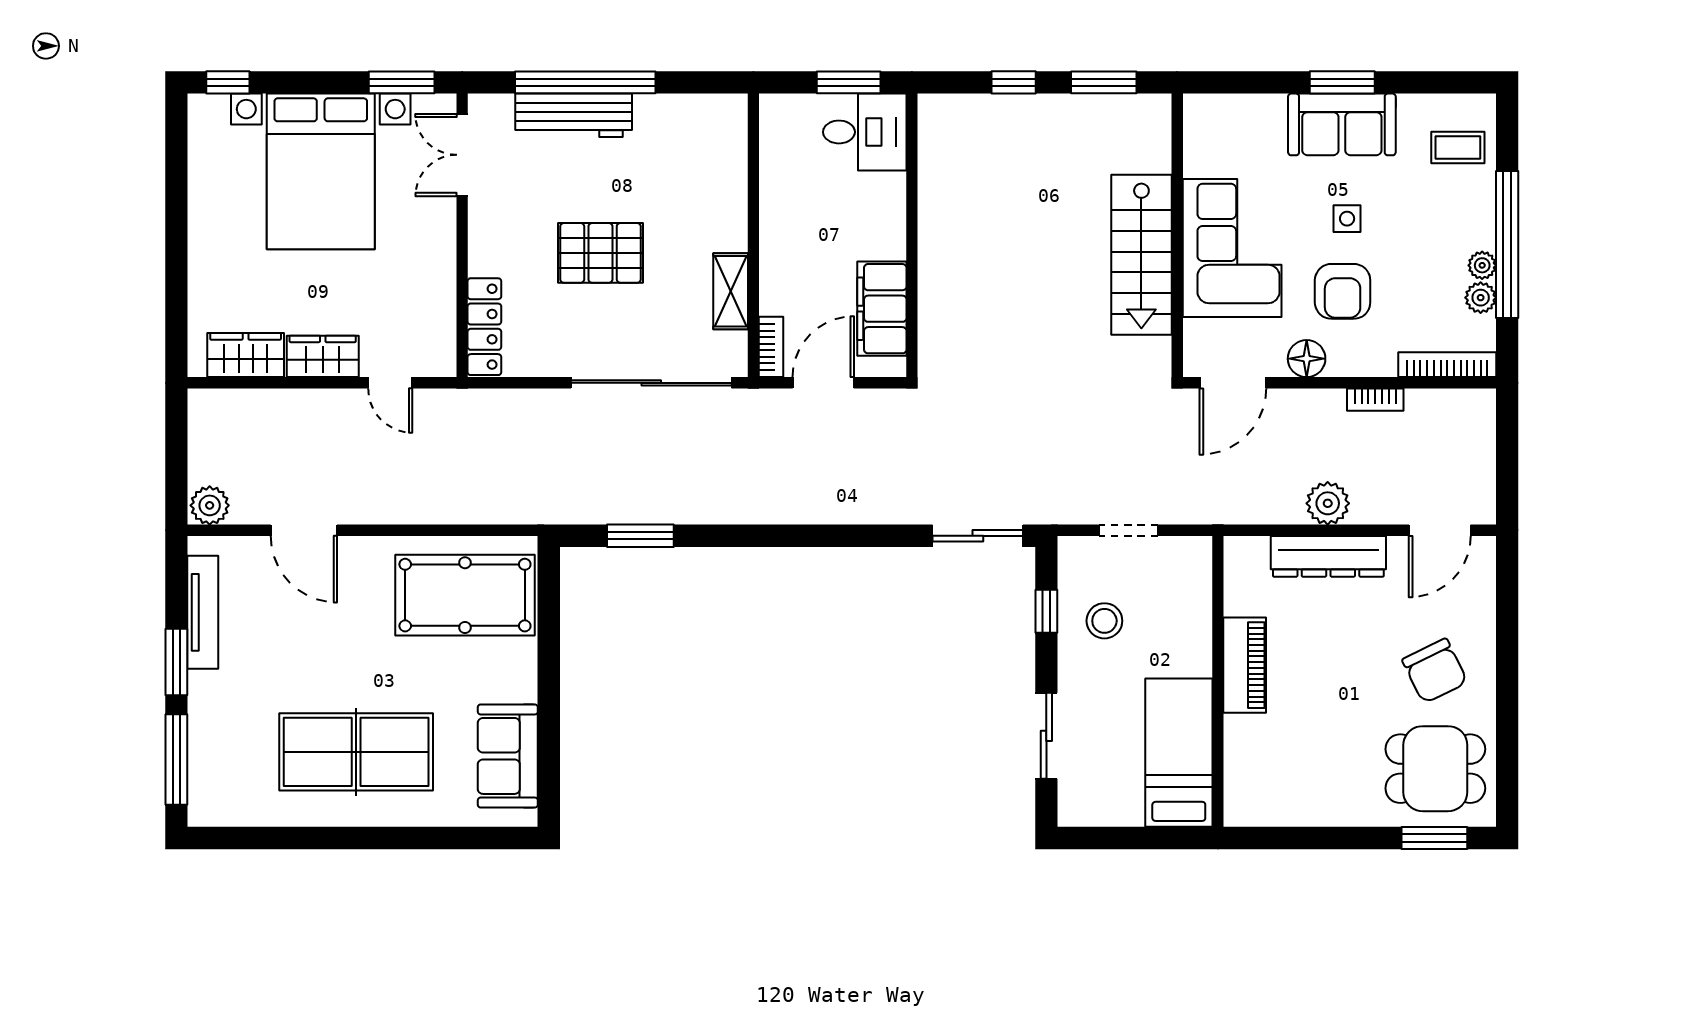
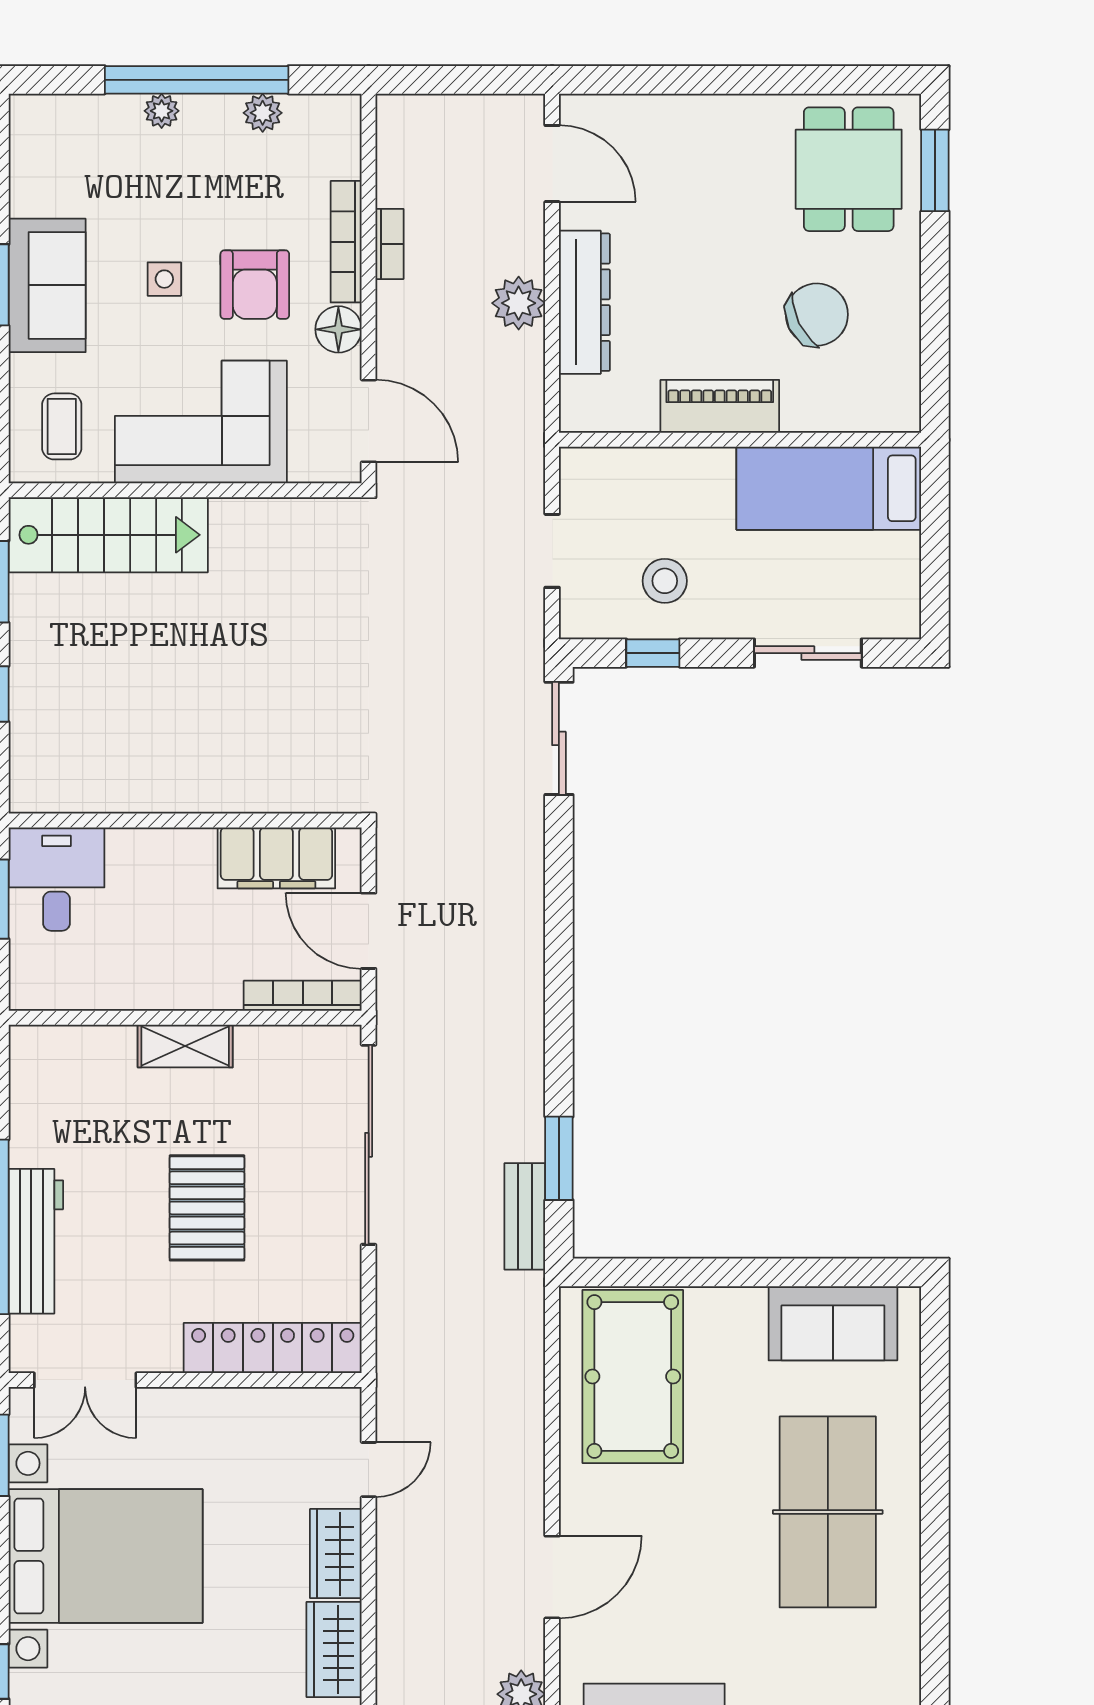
coffee table: (1458, 148) -> (62, 426), moved
stairs: (1141, 255) -> (108, 535), moved
plant: (1482, 265) -> (162, 111), moved
shelving: (731, 291) -> (185, 1046), moved
armchair: (1343, 291) -> (255, 285), turned 90
locker: (484, 327) -> (273, 1348), width x1.41, depth x1.21
bookcase: (771, 347) -> (303, 996), width x1.56
bookcase: (1447, 365) -> (346, 242), moved
bench: (594, 508) -> (525, 1216), added
chair: (1435, 671) -> (817, 315), moved

